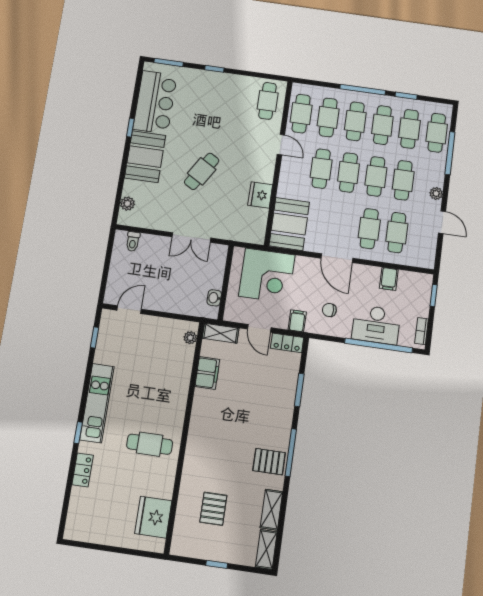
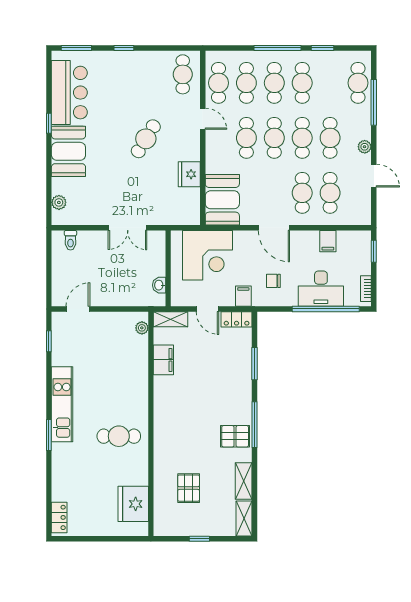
cafe table: (410, 129) -> (330, 83), removed
cafe table: (202, 171) -> (146, 139), moved
window: (78, 433) -> (49, 435), width x1.50
locker: (83, 470) -> (59, 517), moved

